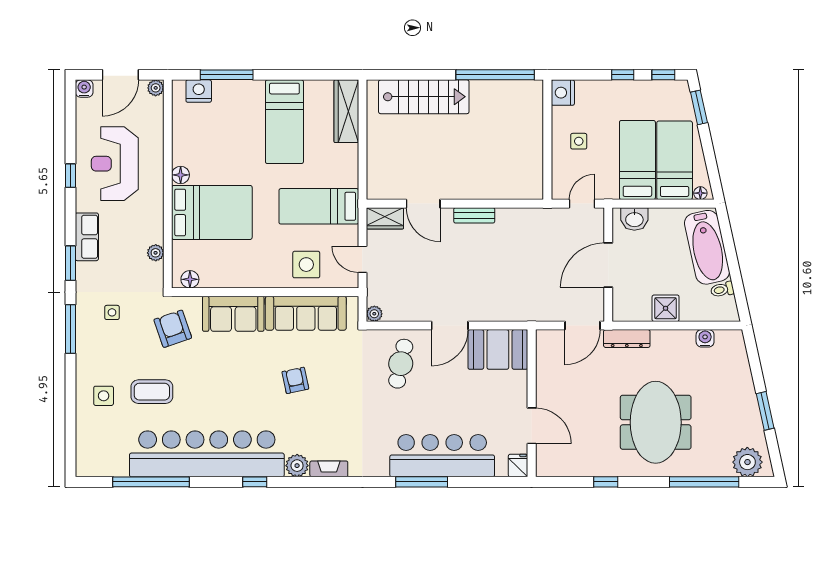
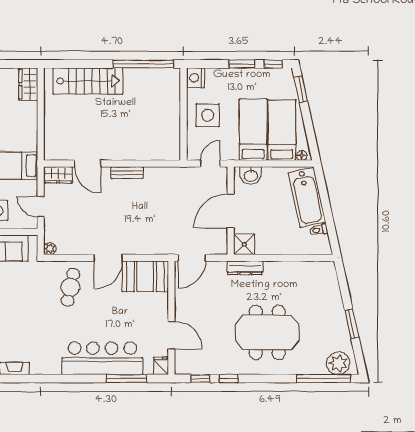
window: (623, 75) -> (242, 64), width x1.50
wardrobe: (346, 111) -> (28, 84), width x0.67
side table: (579, 141) -> (208, 115), width x1.87, depth x1.87
shower: (666, 308) -> (244, 244), moved
door: (582, 326) -> (192, 258), moved
water cooler: (705, 338) -> (305, 268), removed
meeting table: (656, 422) -> (267, 332), turned 90
window: (422, 482) -> (127, 379), moved
window: (569, 482) -> (200, 379), added
window: (704, 482) -> (324, 379), moved

